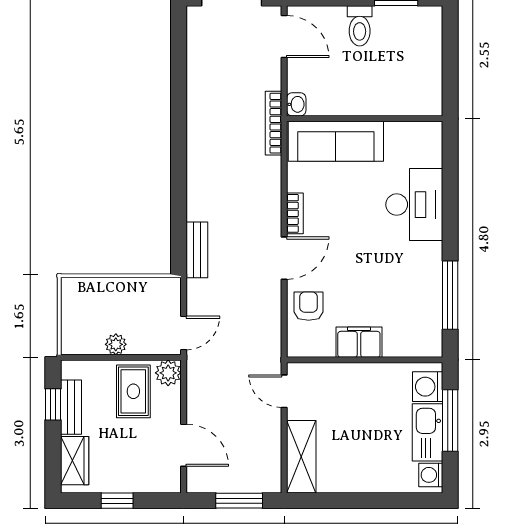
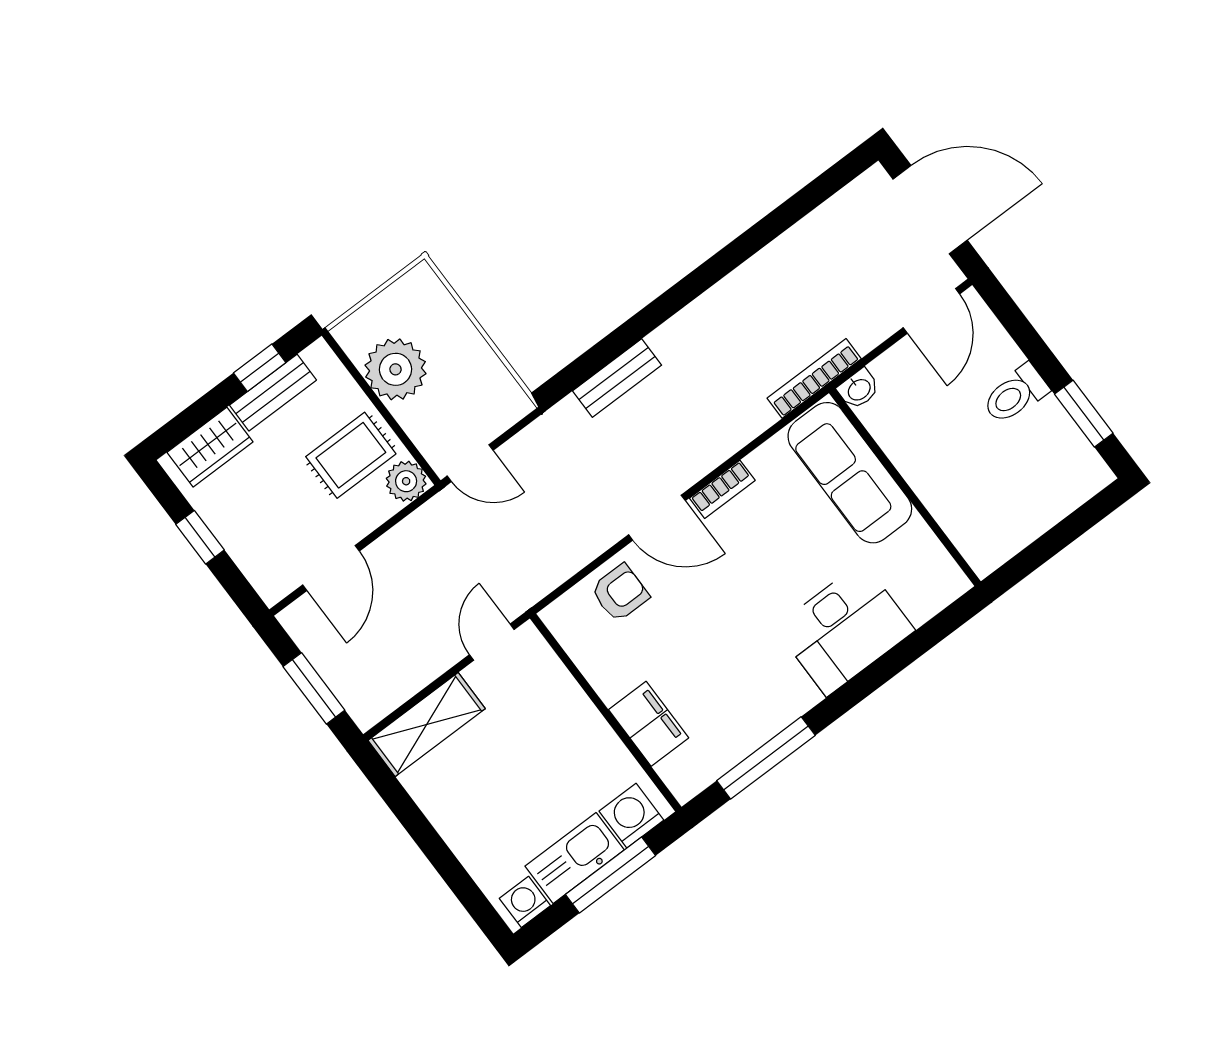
bench: (197, 250) -> (617, 378), moved
filing cabinet: (359, 342) -> (649, 724), moved
plant: (116, 344) -> (396, 369), width x1.88, depth x1.88

